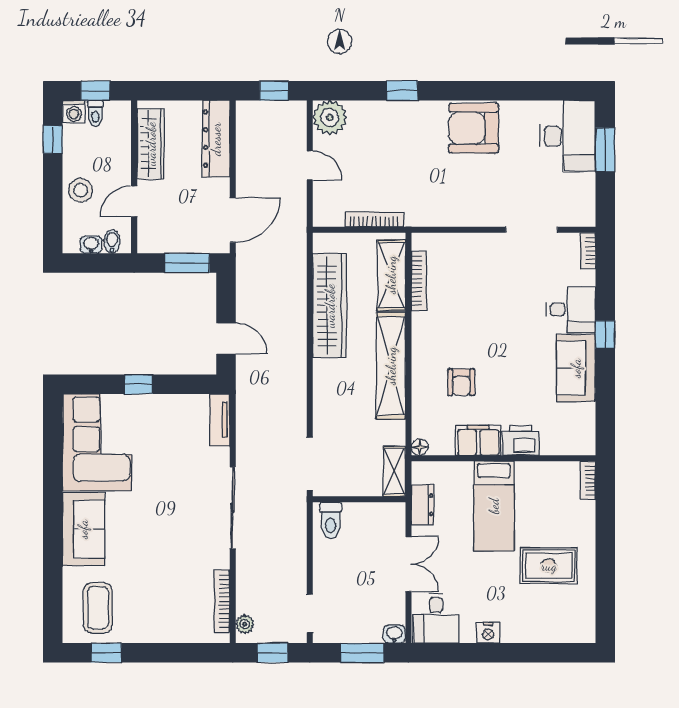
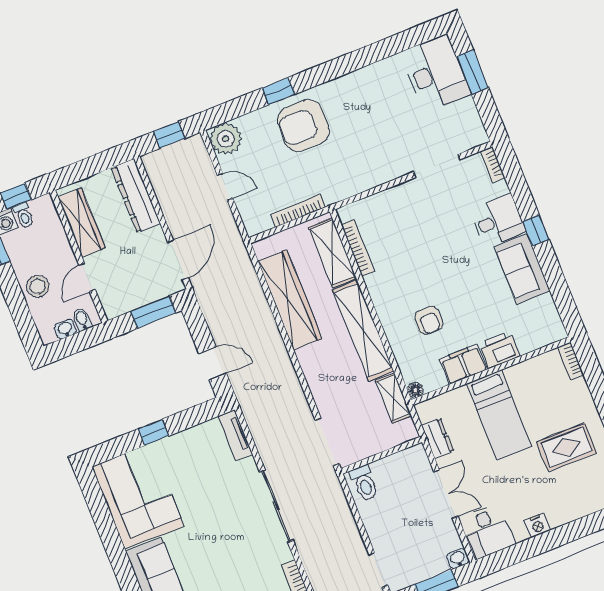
armchair: (474, 128) -> (303, 125), moved
shelving: (394, 471) -> (393, 398), moved

